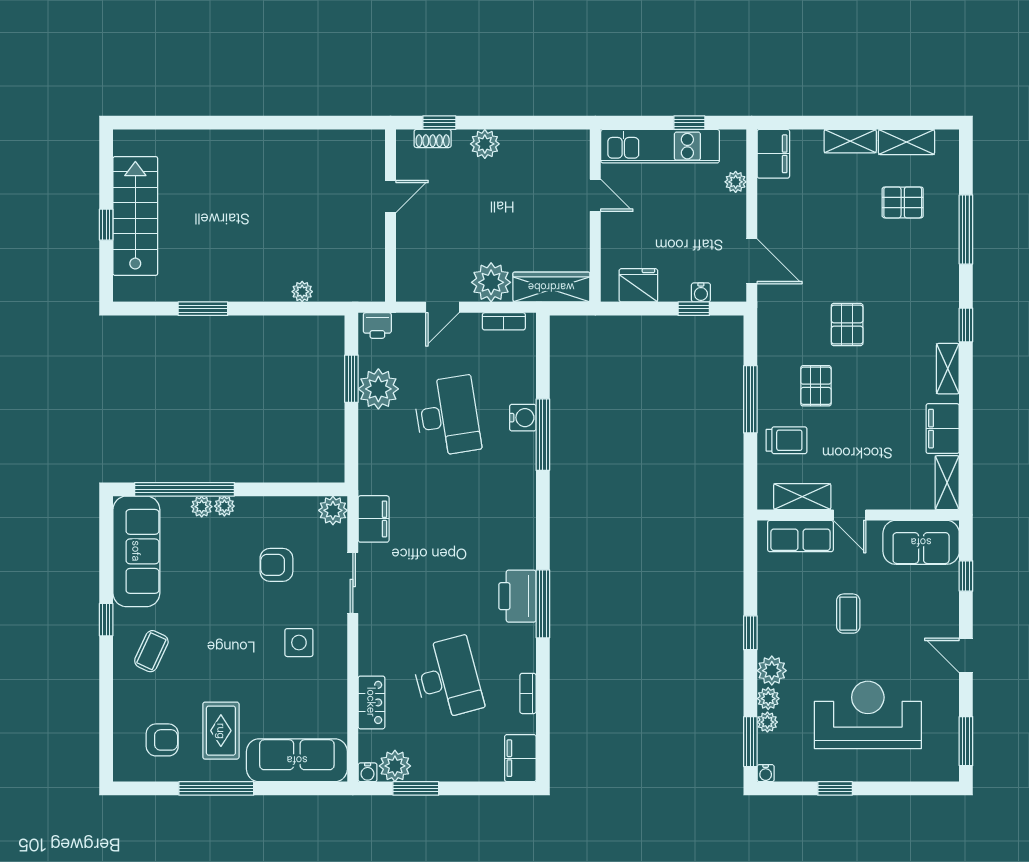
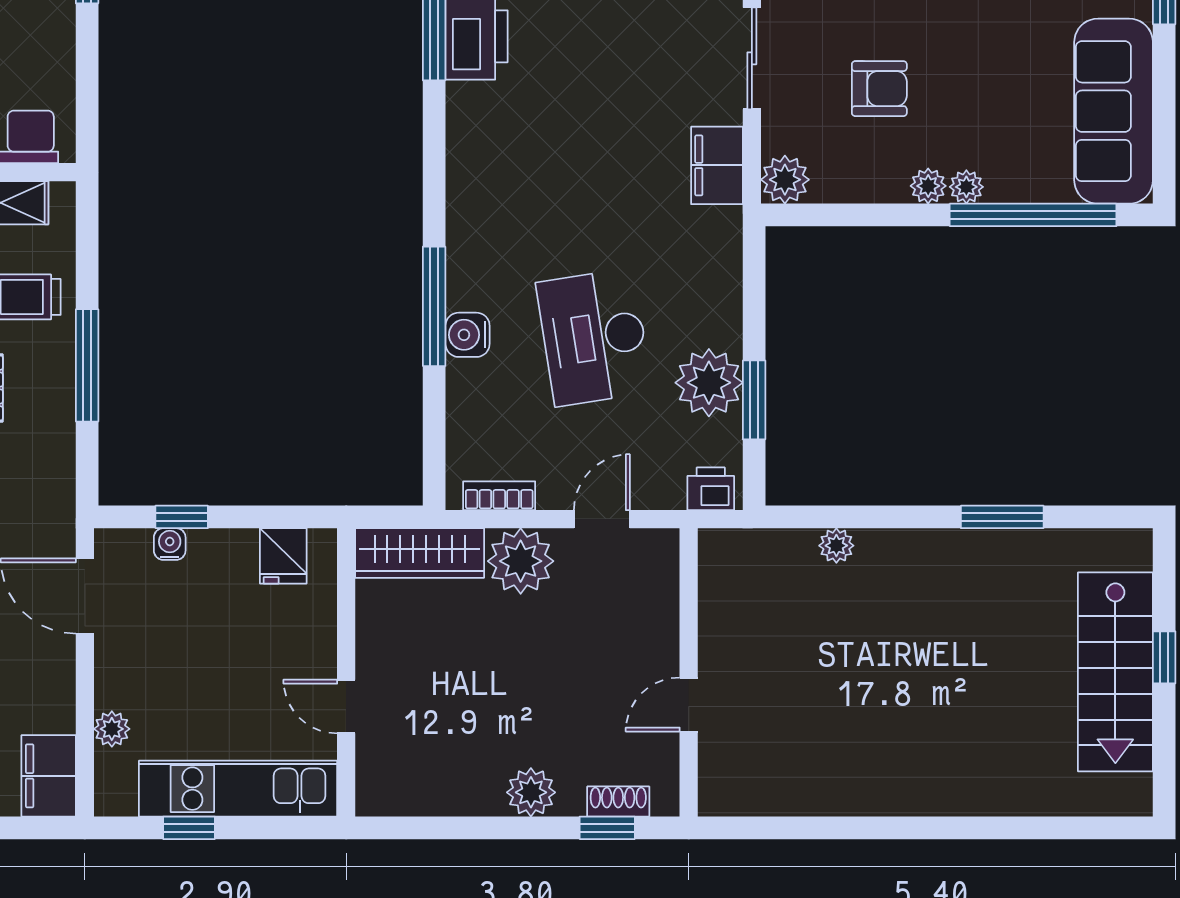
fridge: (638, 285) -> (283, 556), width x0.72
plant: (202, 507) -> (928, 186), moved

